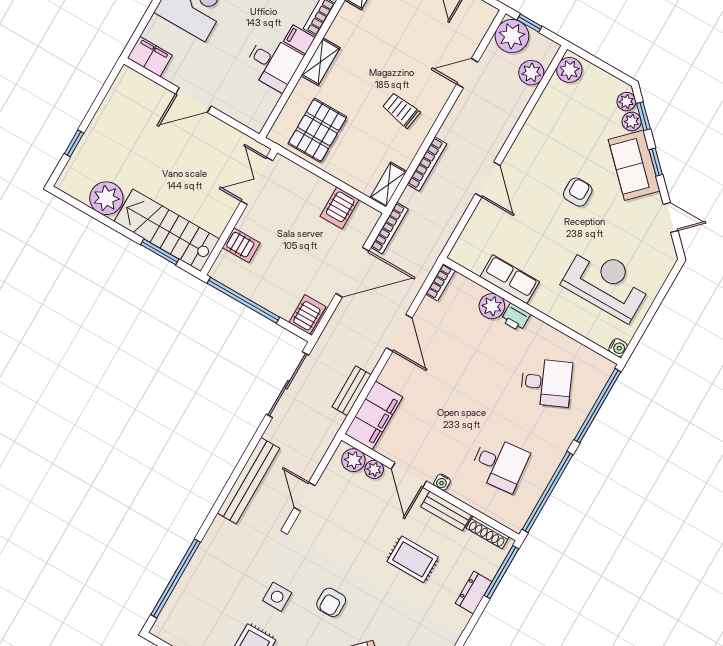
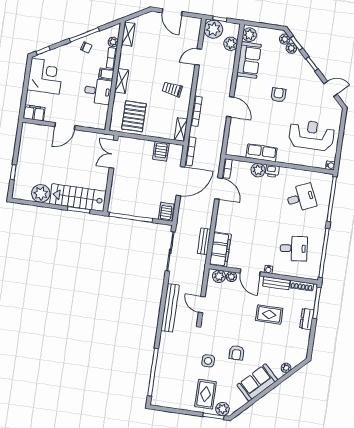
sofa: (634, 165) -> (249, 60), moved, turned -135
server rack: (241, 245) -> (119, 190), removed
door: (399, 333) -> (218, 189), moved

